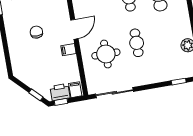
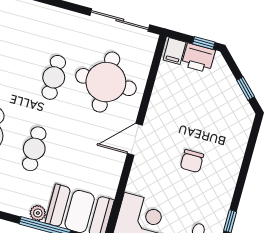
filing cabinet: (69, 50) -> (157, 114), removed
round table: (106, 54) -> (106, 82), width x1.36, depth x1.36
window: (36, 95) -> (246, 89), moved

